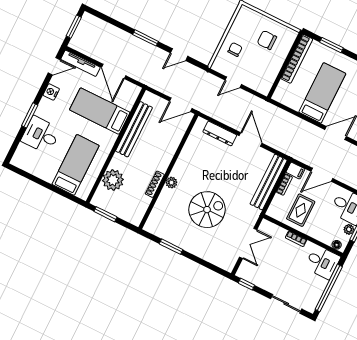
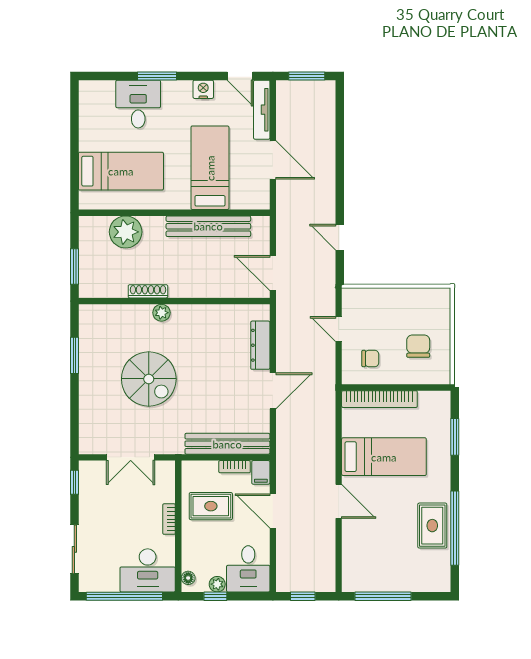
window: (146, 38) -> (340, 181), removed
chair: (235, 49) -> (370, 359), moved
bookcase: (297, 59) -> (379, 399), moved
door: (114, 71) -> (273, 160), swing flipped
window: (105, 214) -> (74, 266), moved
desk: (322, 262) -> (148, 570), width x1.37

